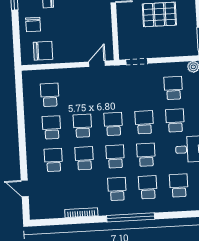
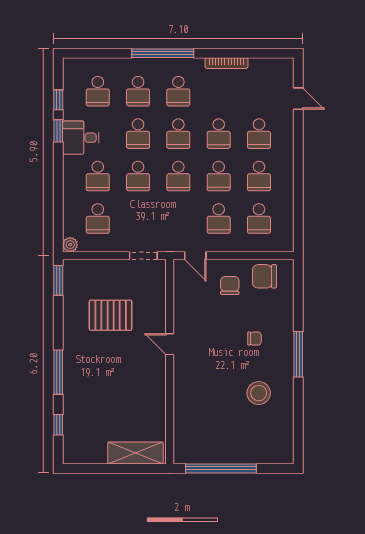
chair: (33, 25) -> (230, 286), moved
door: (97, 64) -> (195, 256), hinge flipped
school desk: (81, 93) -> (219, 219), added

